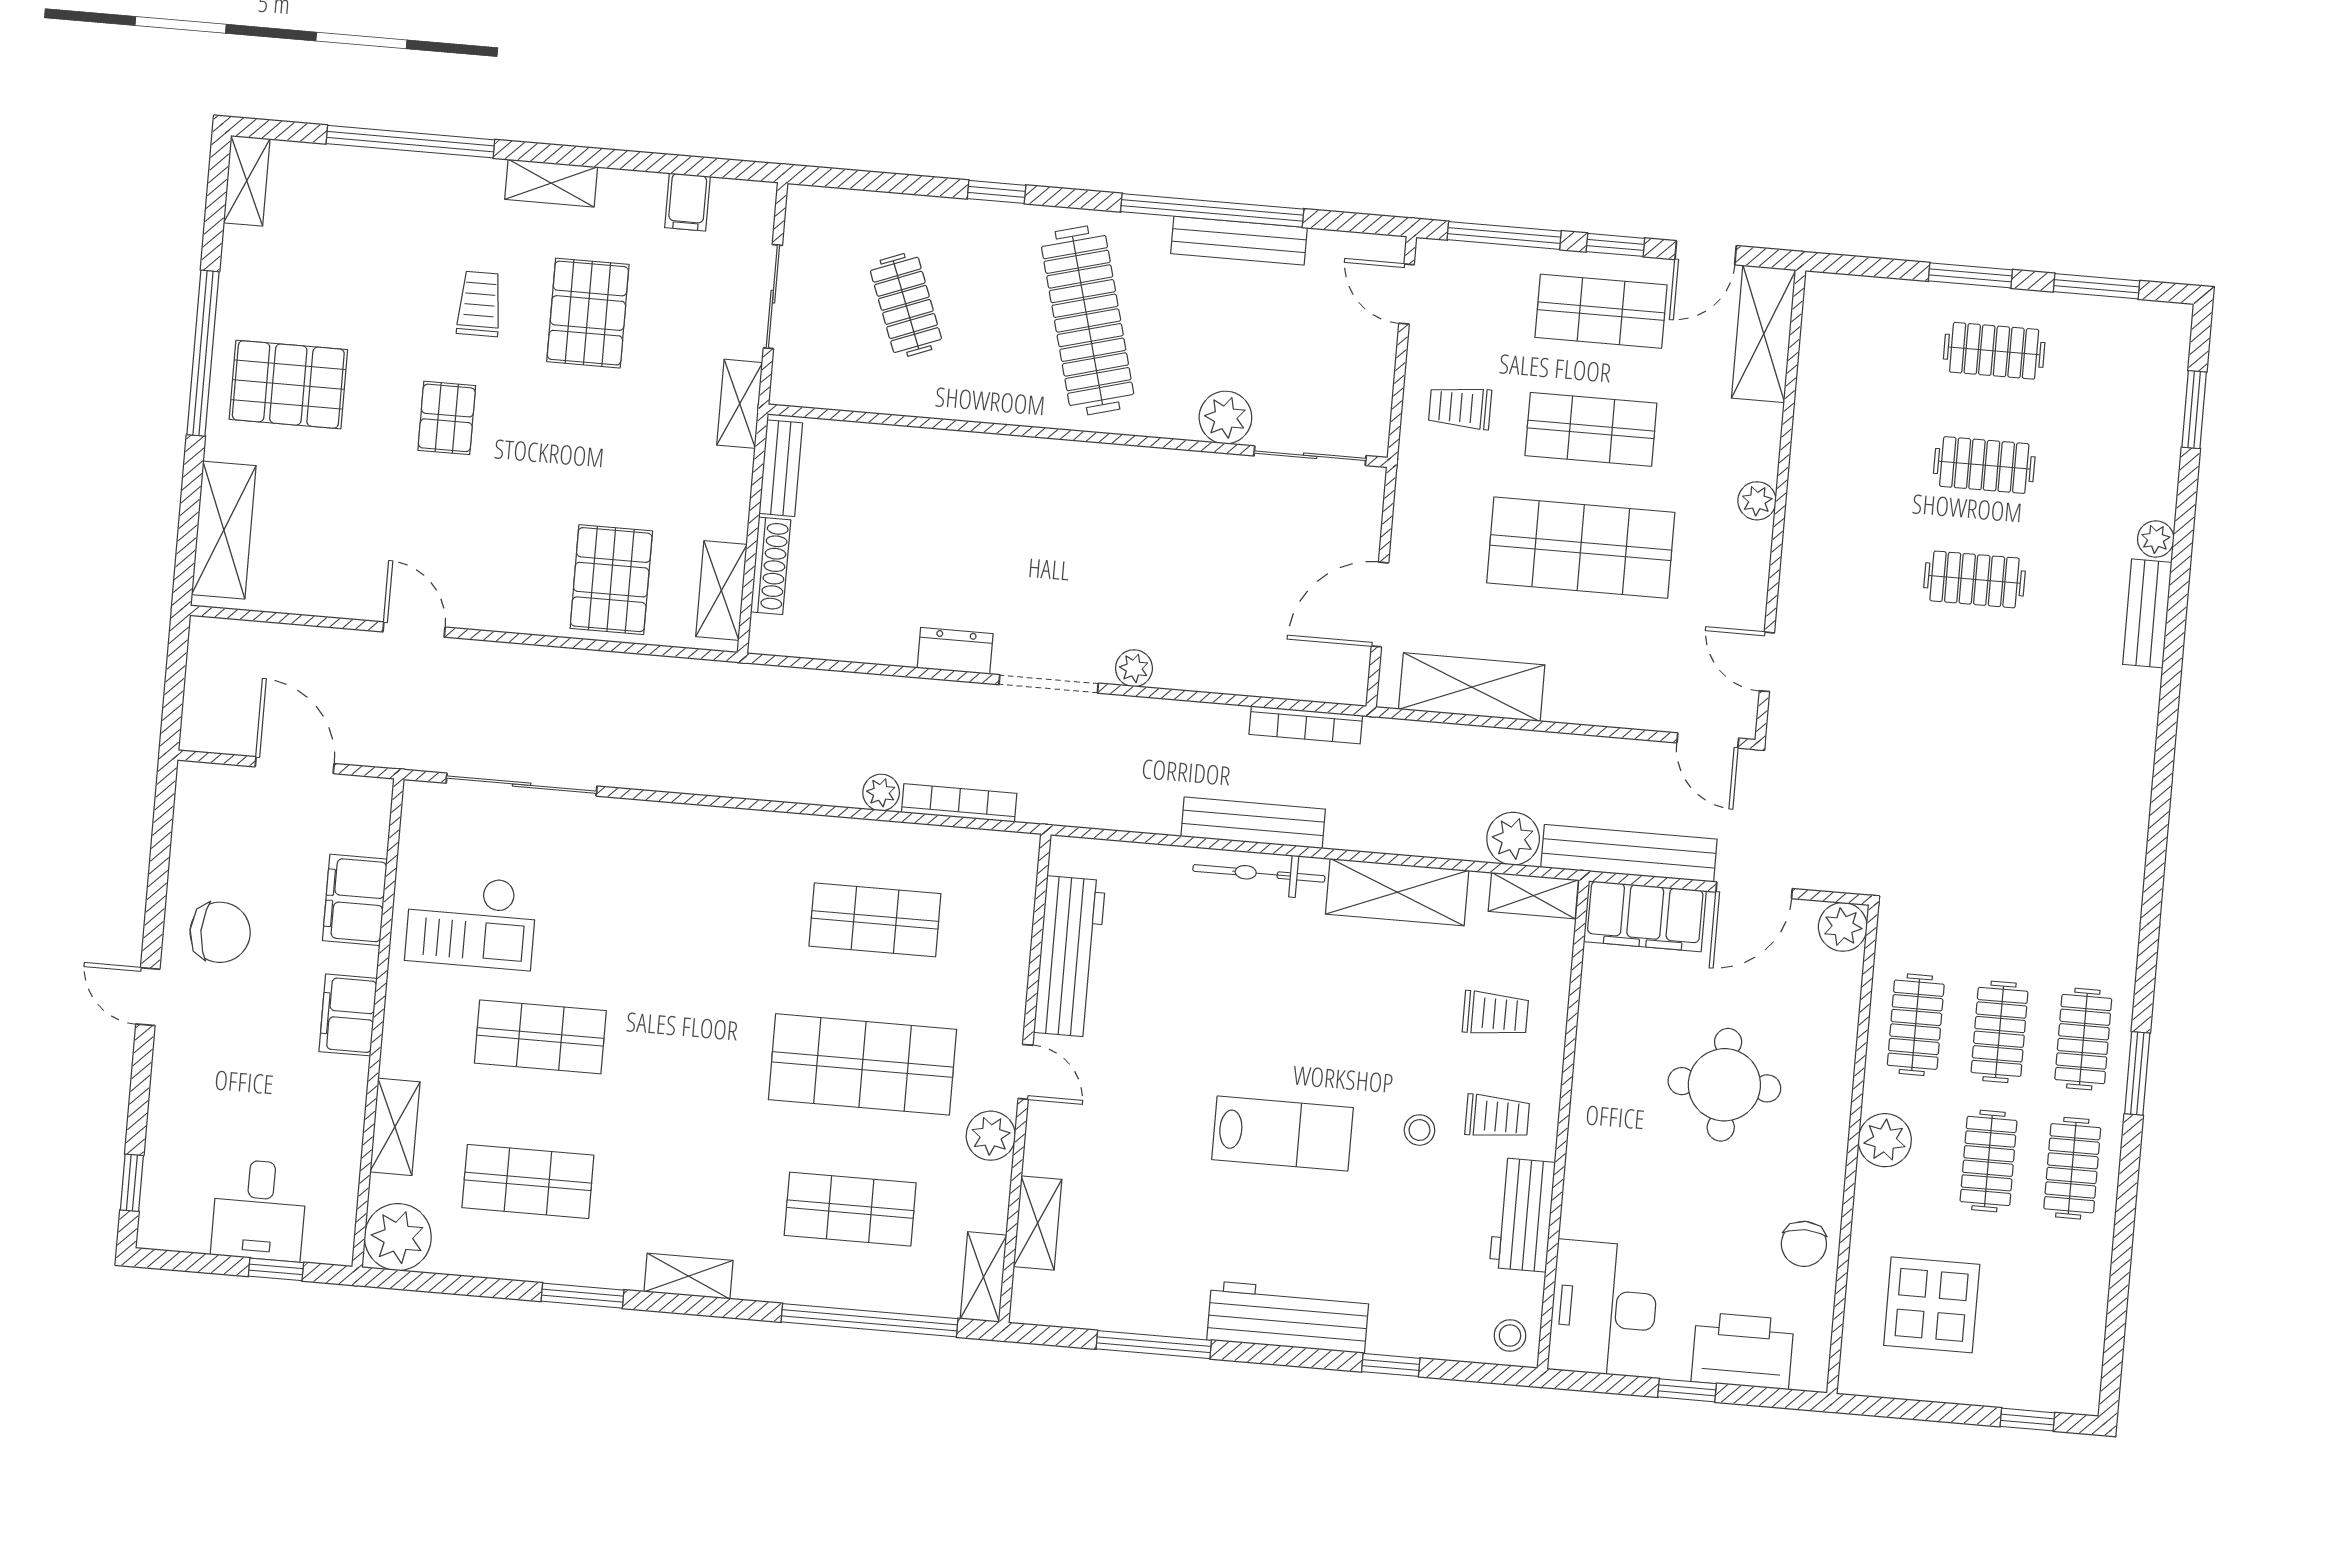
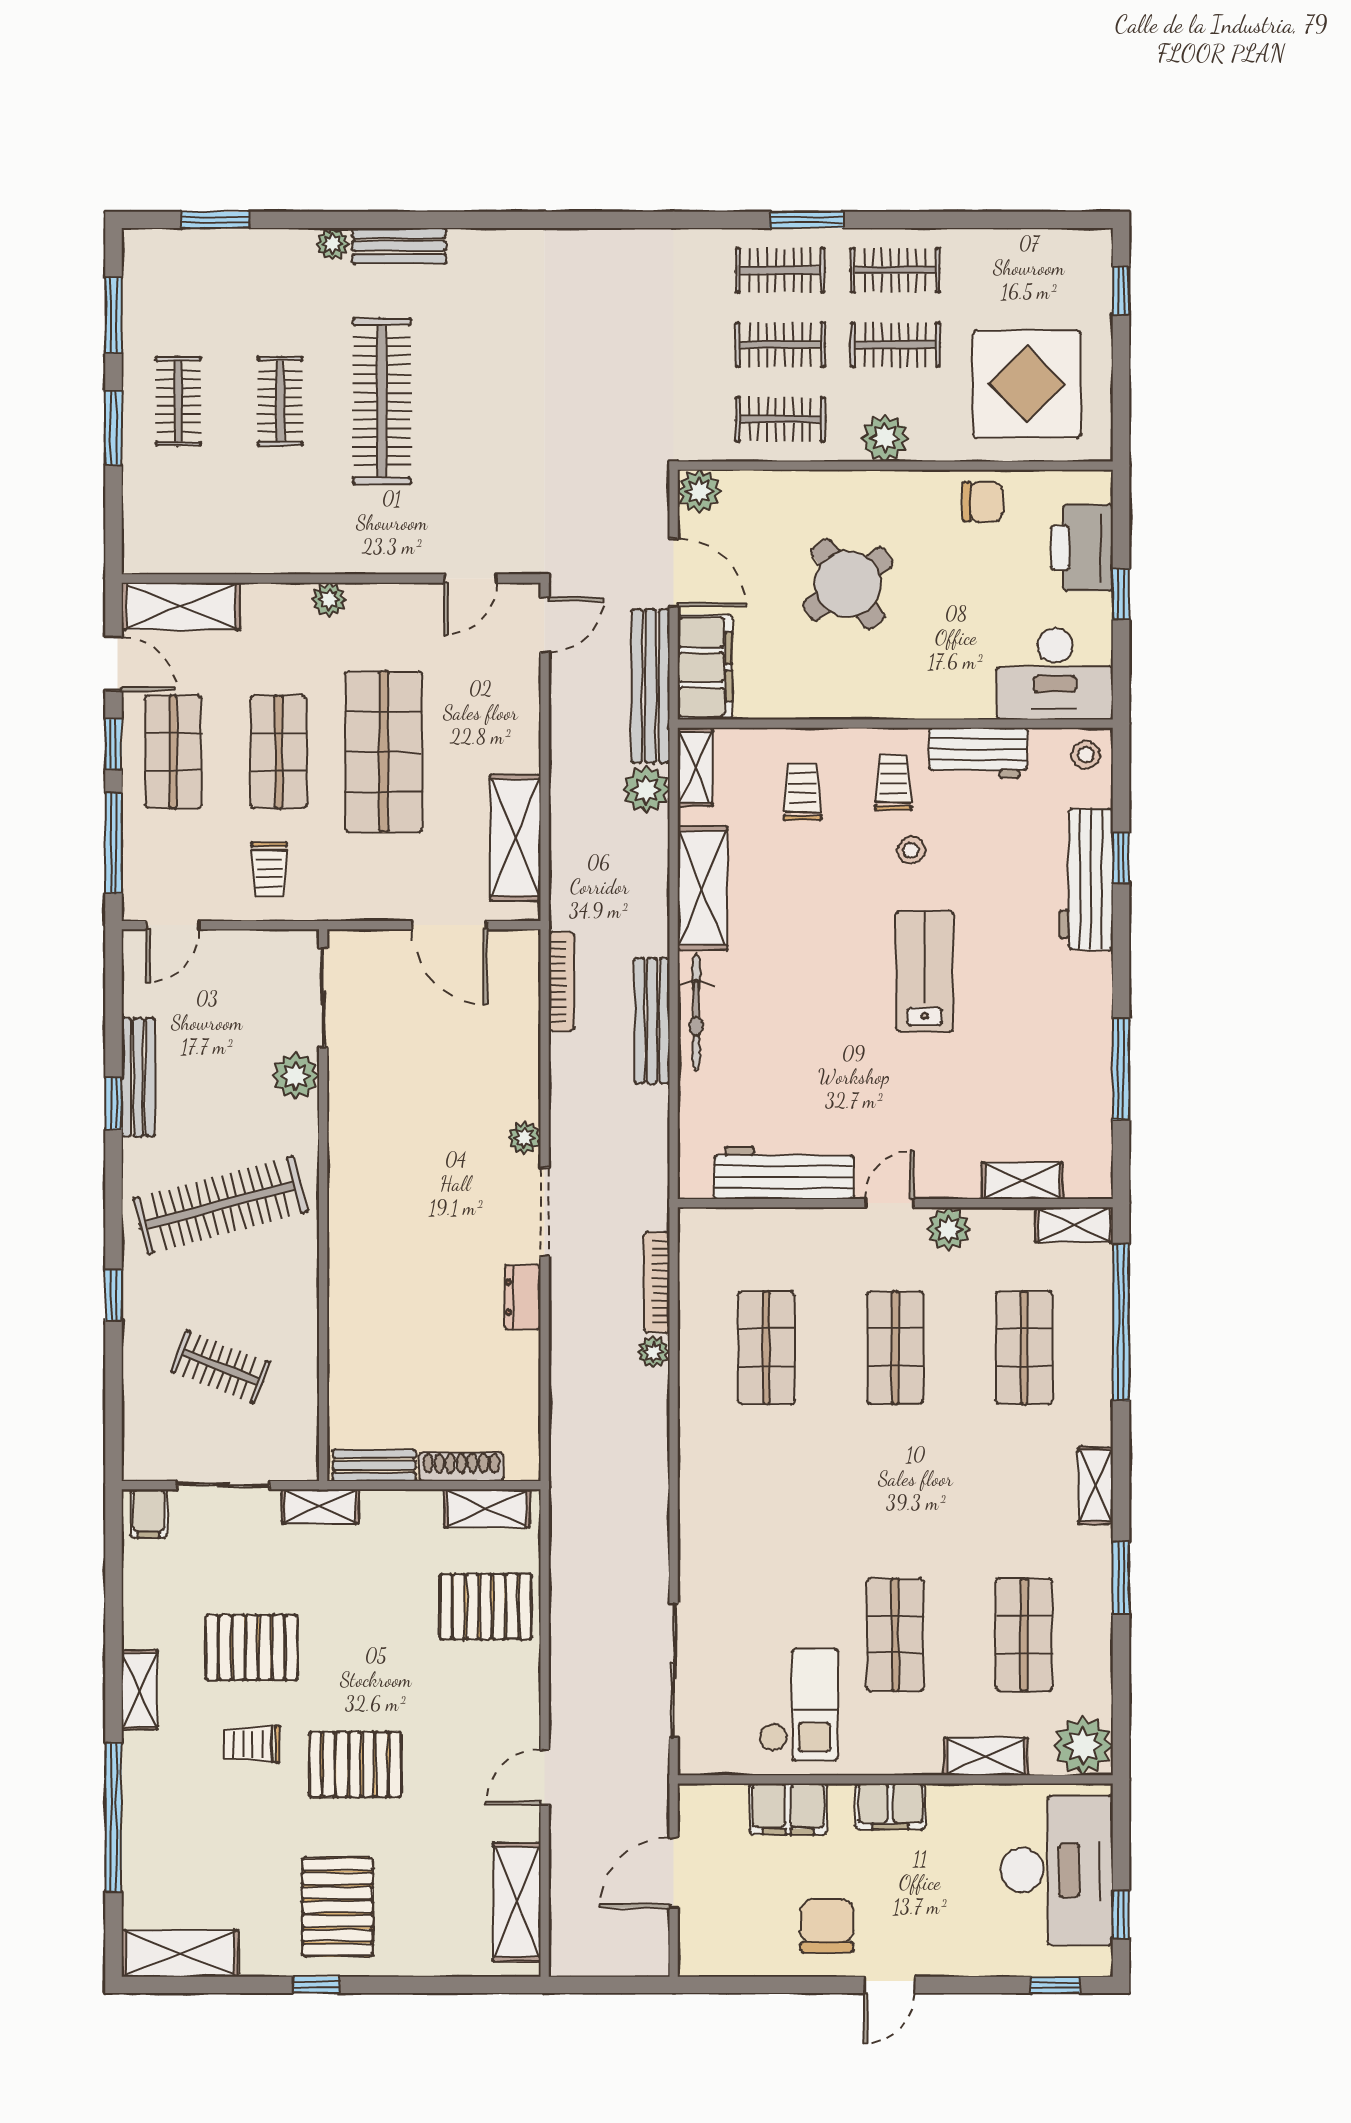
shelving: (247, 181) -> (180, 1953), width x1.50, depth x1.33
filing cabinet: (687, 202) -> (149, 1514), moved, turned 90
window: (1212, 210) -> (114, 1103), width x0.32
clothes rail: (906, 305) -> (220, 1367), turned 42
window: (203, 353) -> (316, 1985), width x0.32
pallet: (447, 418) -> (355, 1764), width x1.50, depth x1.42
shelving: (224, 530) -> (517, 1902), moved, turned 90
clothes rail: (1975, 579) -> (382, 401), width x1.86, depth x1.31
shop shelf: (863, 1064) -> (895, 1348), width x0.70, depth x0.74
round table: (1724, 1085) -> (848, 584), turned -36
desk: (259, 1210) -> (1057, 1870), width x1.87, depth x1.30
window: (276, 1269) -> (1121, 1914), moved
display table: (1932, 1305) -> (1027, 384), width x1.36, depth x1.36
workbench: (1288, 1317) -> (1086, 879), moved

